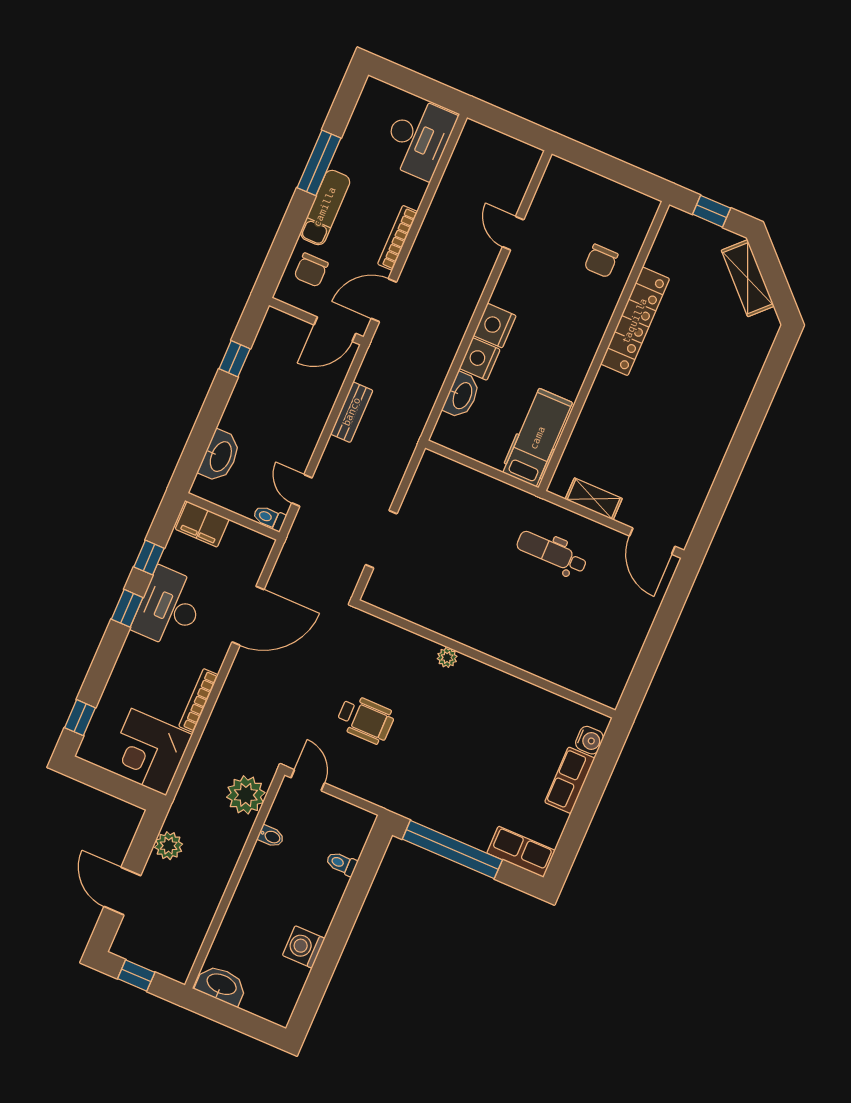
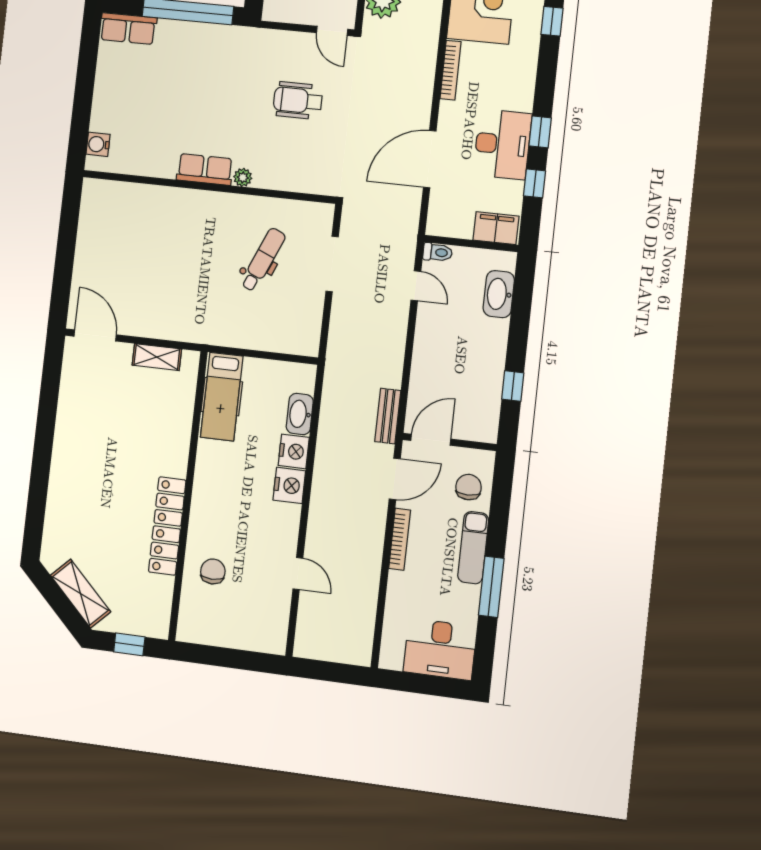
desk: (418, 138) -> (440, 649), moved, turned -90
bench: (352, 412) -> (388, 416), moved
dental chair: (552, 553) -> (263, 260), moved, turned -67
row of seats: (570, 780) -> (205, 169), moved, turned -90

